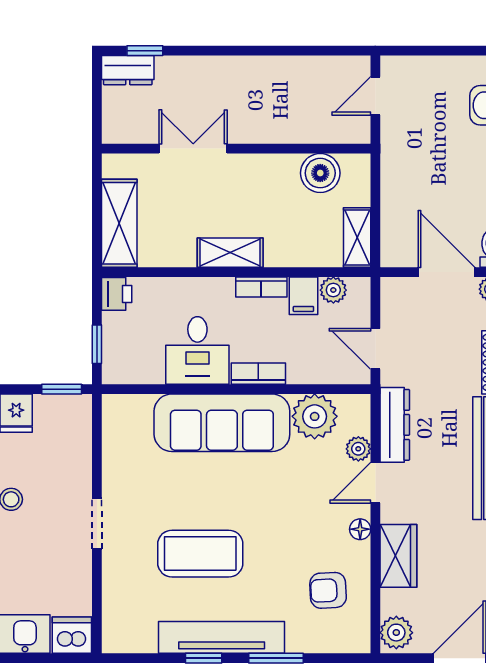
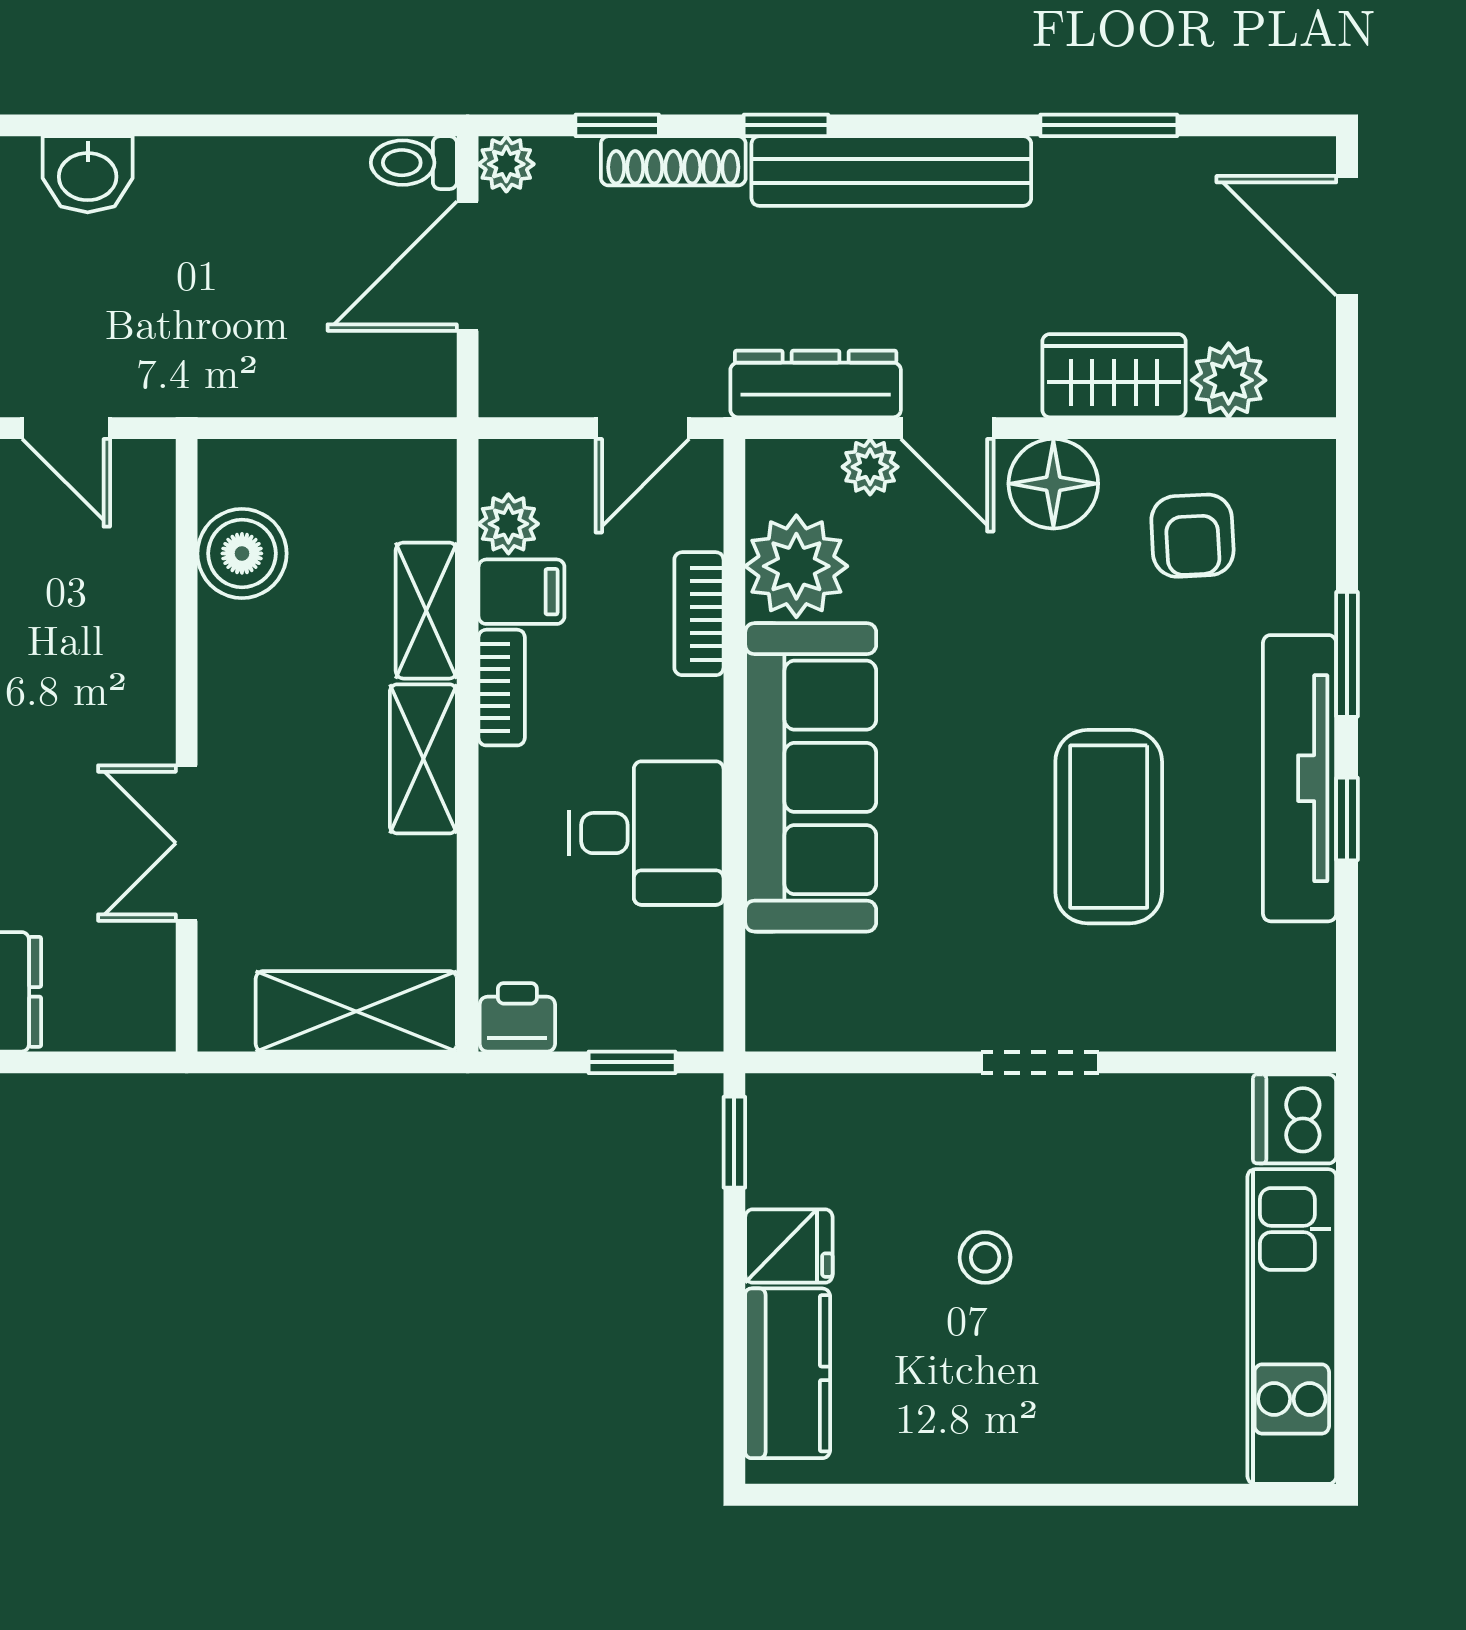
shelving: (357, 238) -> (426, 611), moved, turned 90
bookcase: (258, 374) -> (699, 614), moved
floor lamp: (360, 529) -> (1053, 484), width x1.89, depth x1.89
plant: (396, 633) -> (1229, 380), moved

